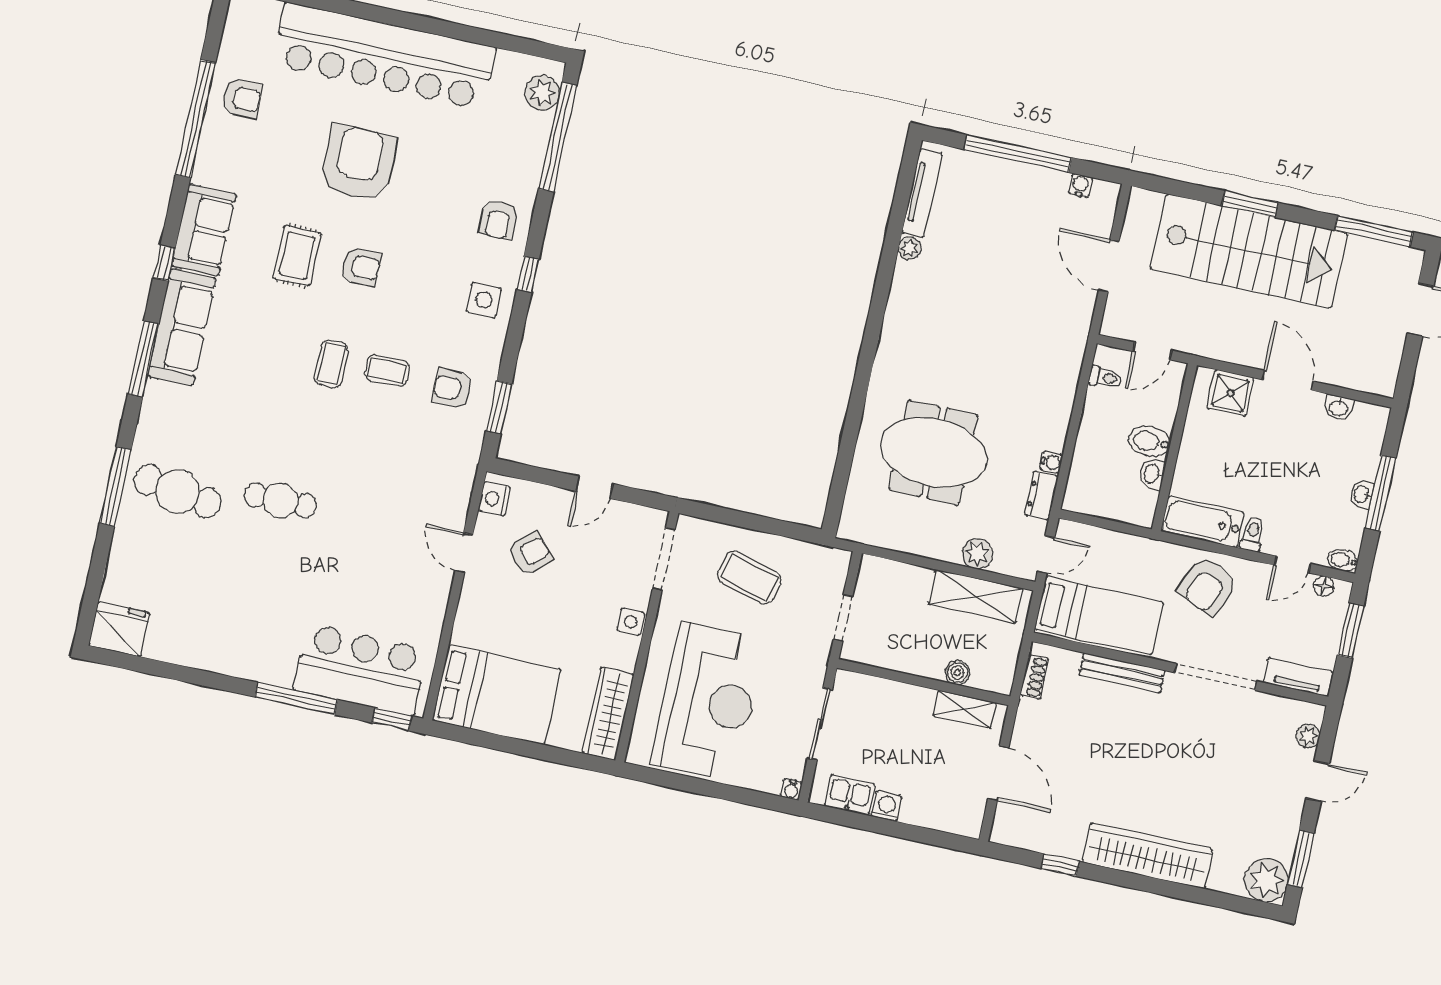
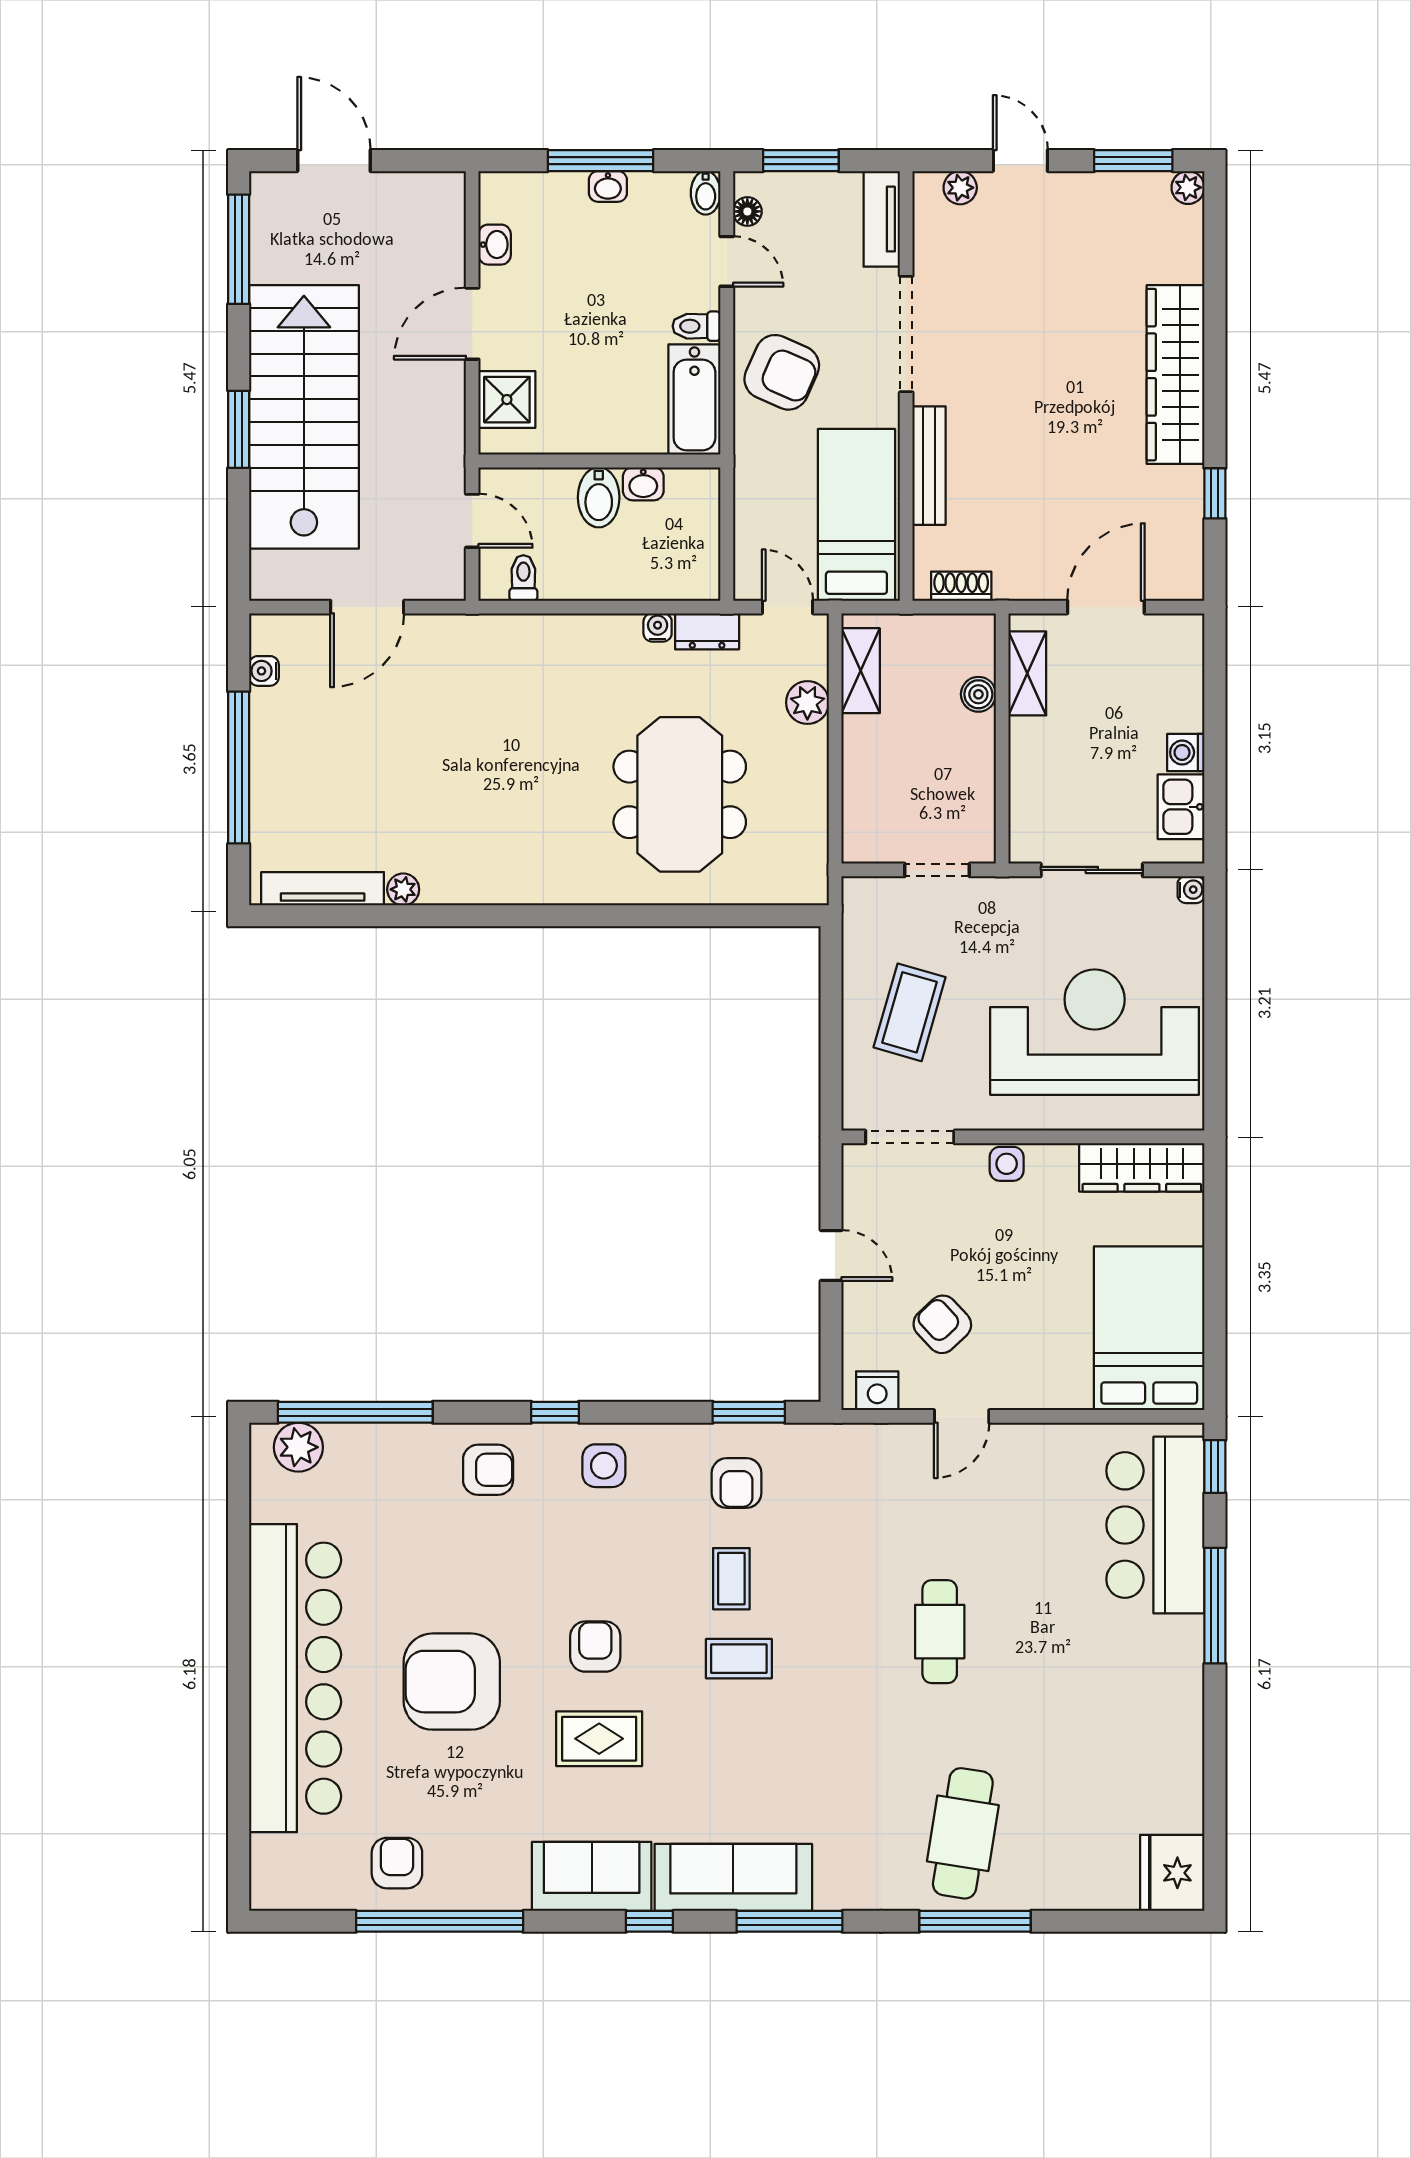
cafe table: (280, 500) -> (940, 1632), moved
shelving: (976, 596) -> (861, 671), width x0.67, depth x0.75
plant: (1266, 880) -> (1188, 187), width x0.53, depth x0.53

